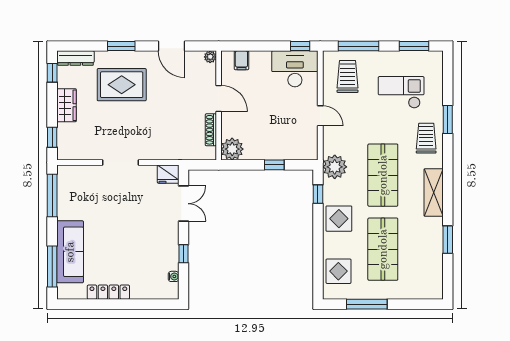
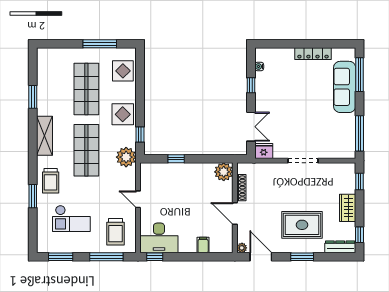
plant: (210, 57) -> (242, 248), moved
door: (219, 98) -> (235, 214), moved
wall: (219, 105) -> (235, 208), moved
shoe rack: (211, 130) -> (241, 188), moved
plant: (232, 149) -> (224, 172), moved
double door: (183, 204) -> (251, 127), swing flipped

